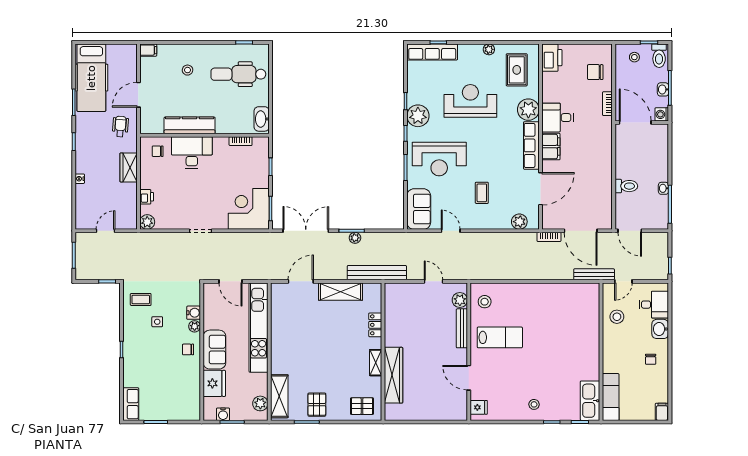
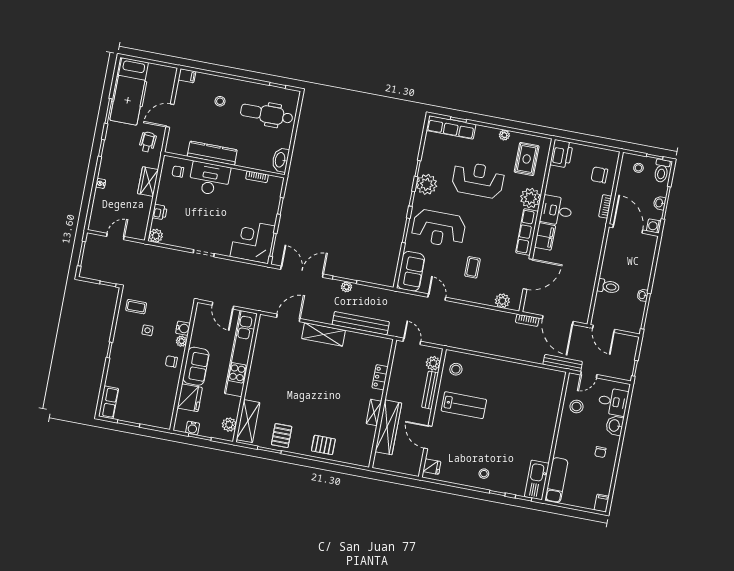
locker: (375, 325) -> (380, 377), moved
wall: (383, 352) -> (383, 404), moved
shelving: (376, 363) -> (374, 412), moved
wardrobe: (394, 375) -> (388, 427), moved

